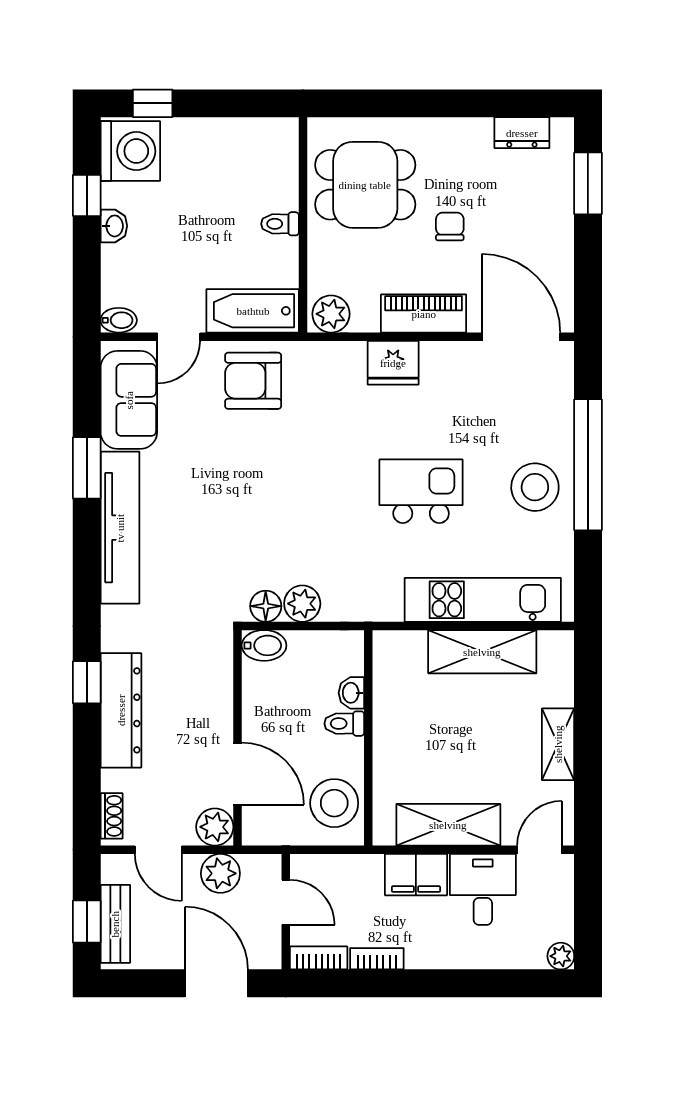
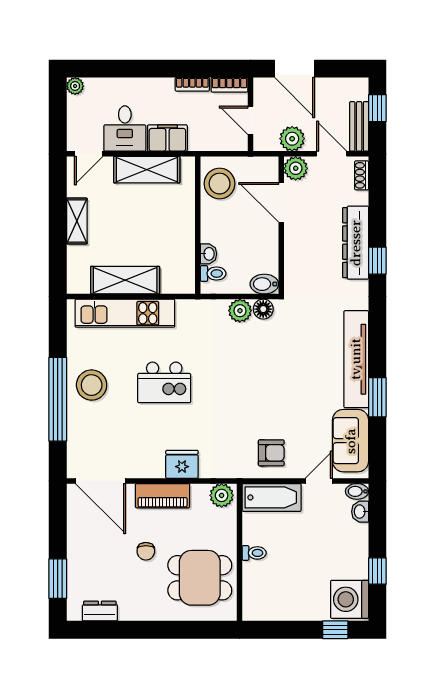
washbasin: (114, 226) -> (360, 512), moved
armchair: (253, 381) -> (271, 453), width x0.72, depth x0.72
toilet: (344, 724) -> (213, 274), moved
bench: (115, 924) -> (359, 126), moved

